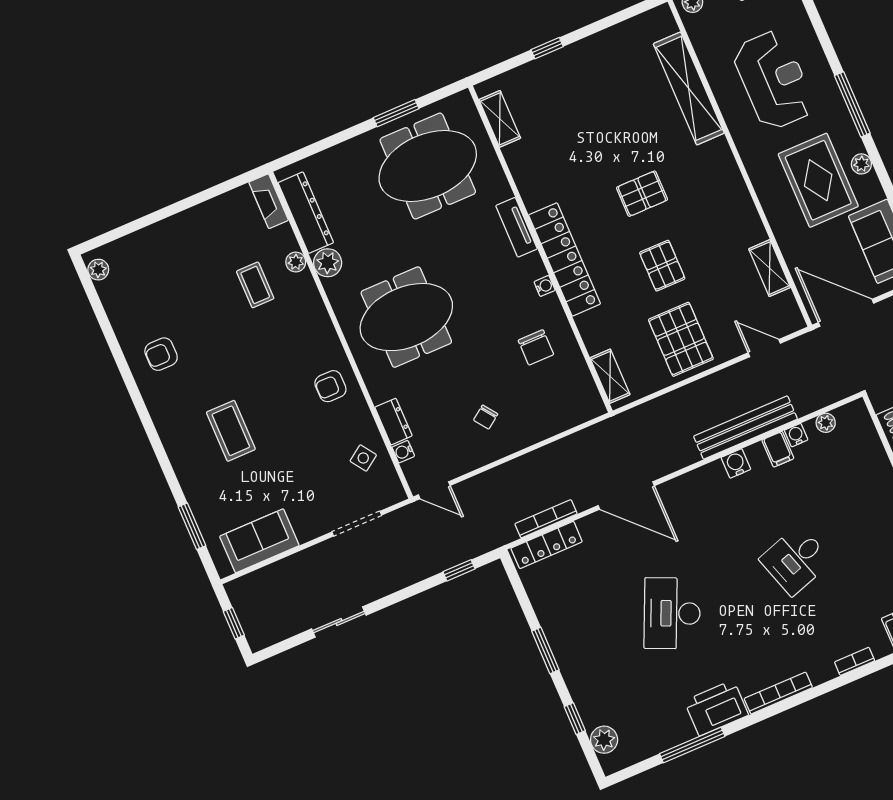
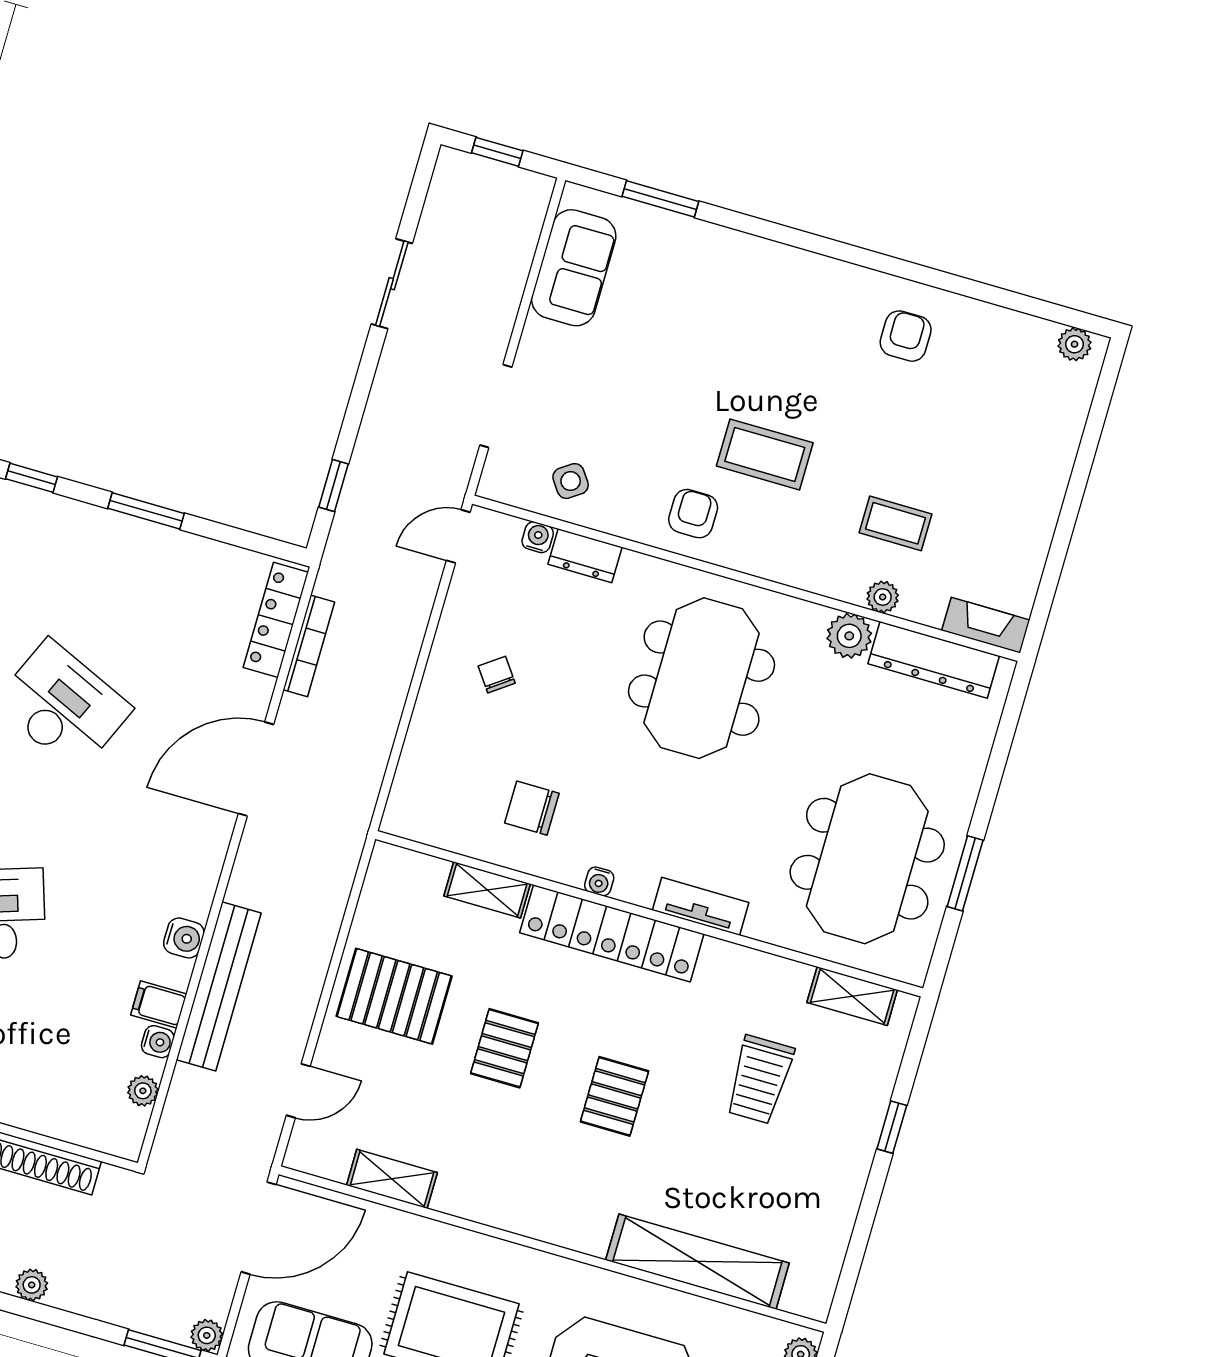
trolley: (577, 130) -> (760, 1080), added
pallet: (662, 266) -> (504, 1048), turned 90
shelving: (610, 376) -> (487, 890), moved
coffee table: (231, 431) -> (765, 454), moved

